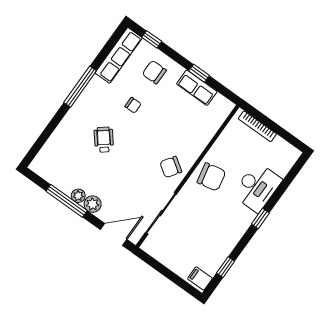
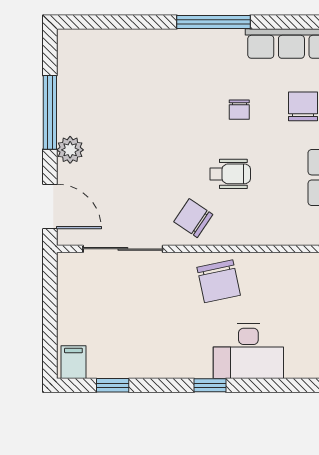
wheelchair: (104, 140) -> (230, 174), moved, turned 39
plant: (78, 196) -> (68, 123), removed

